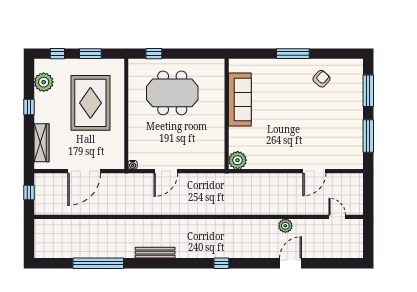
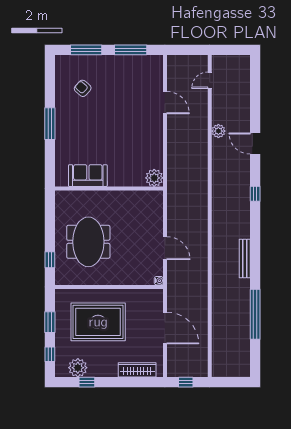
armchair: (322, 79) -> (83, 88), moved
sofa: (240, 99) -> (88, 176), width x0.73
window: (29, 107) -> (87, 382), moved
door: (290, 263) -> (255, 143), moved

